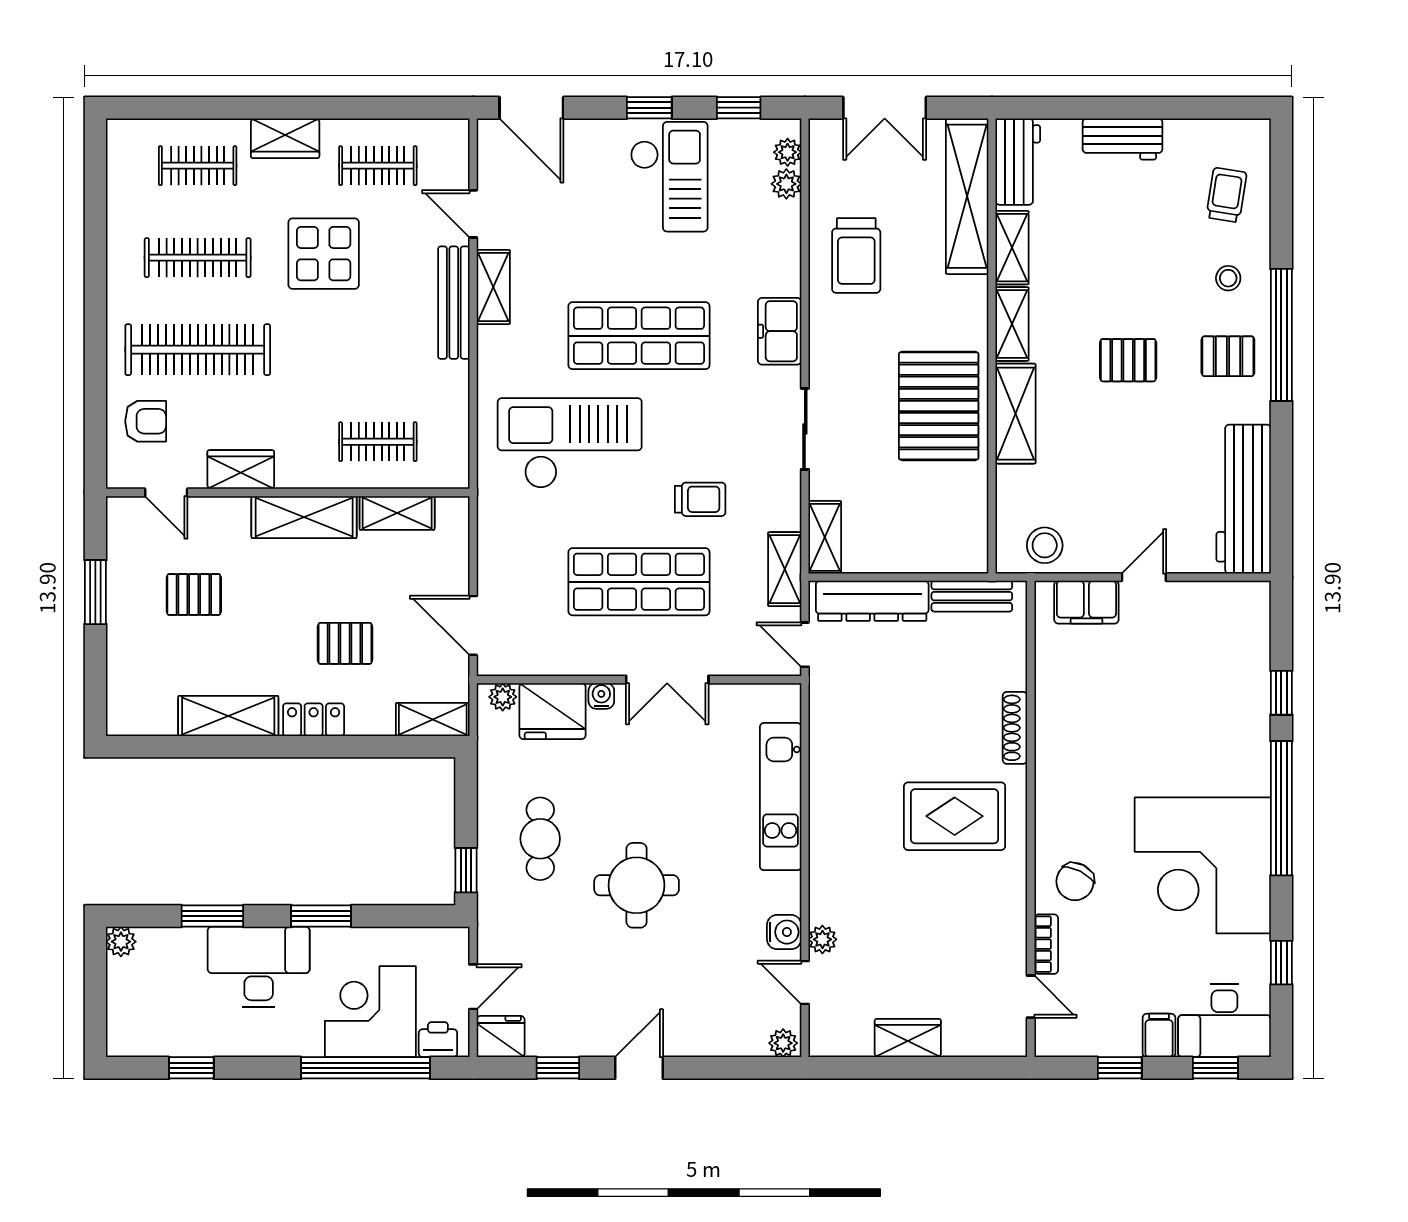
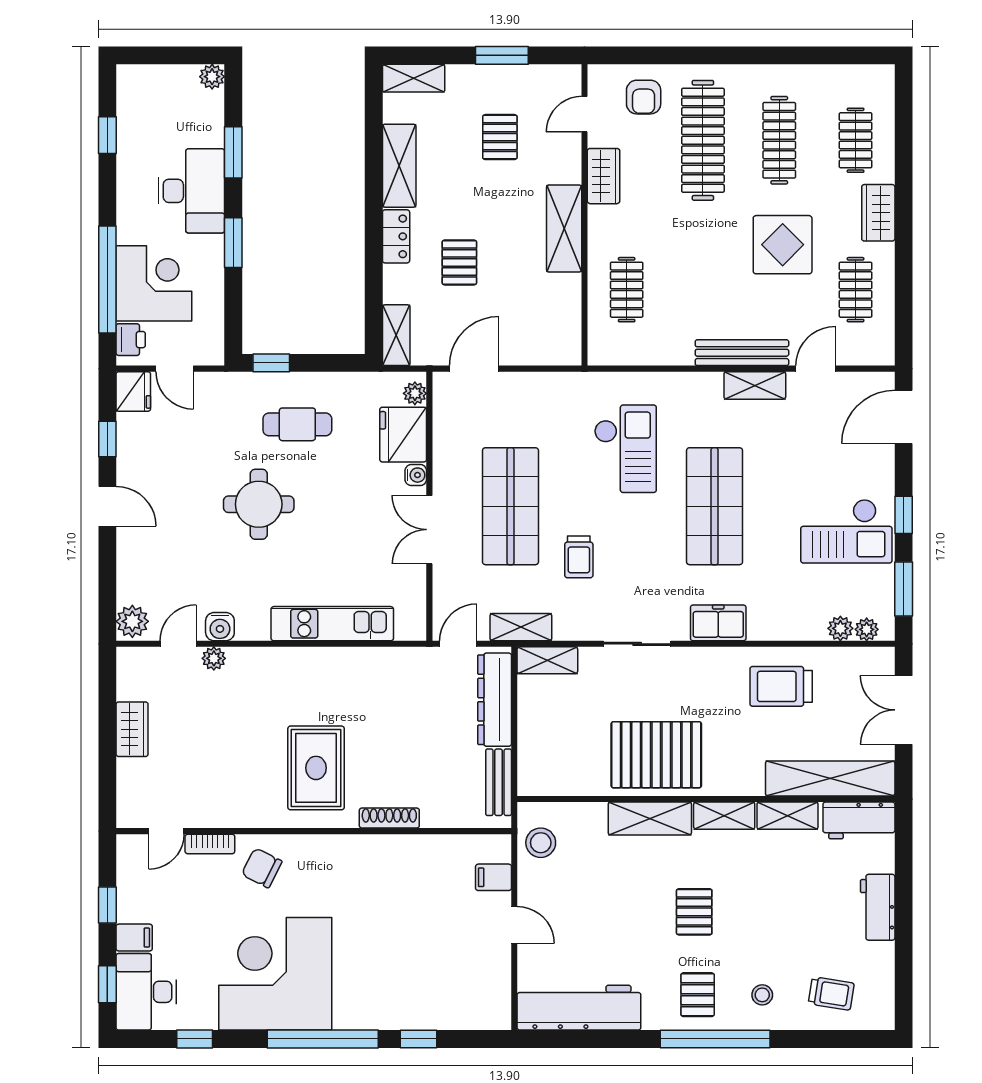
window: (739, 108) -> (904, 589), width x1.50
checkout: (570, 443) -> (625, 449), width x0.73, depth x0.83
shelving: (397, 513) -> (414, 78), moved, turned 90
filing cabinet: (1086, 602) -> (494, 877), width x0.50
plant: (783, 1043) -> (132, 621), width x1.38, depth x1.38

